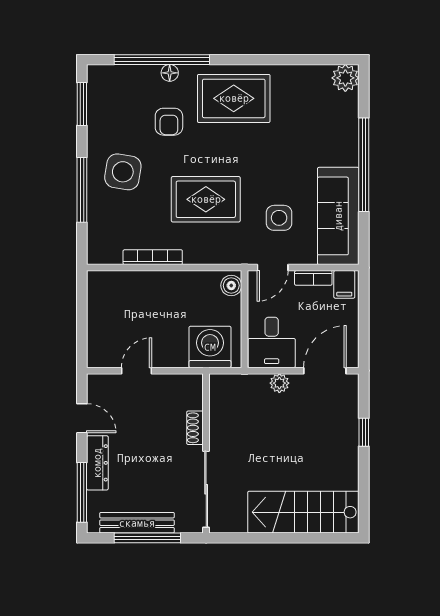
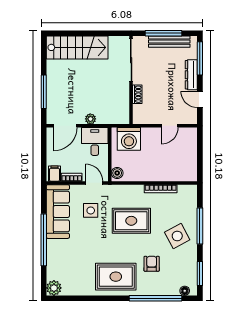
floor lamp: (170, 73) -> (185, 291), moved
side table: (123, 172) -> (177, 236), turned -37
door: (273, 268) -> (94, 183), hinge flipped
window: (364, 432) -> (44, 92), width x2.17

